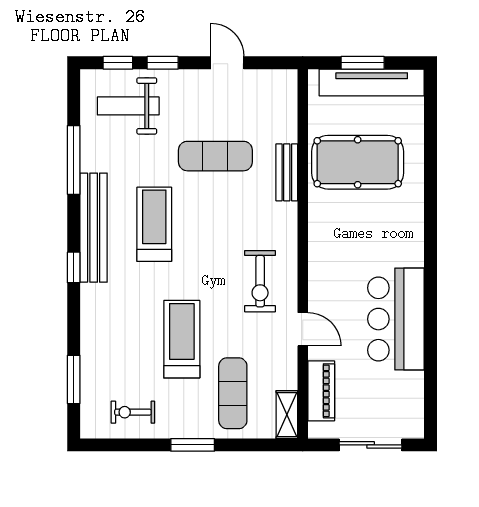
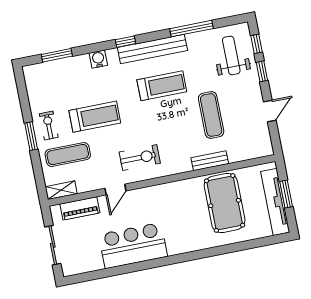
exercise bike: (260, 281) -> (140, 158), turned 180
water cooler: (93, 316) -> (98, 59), added
exercise bike: (133, 412) -> (49, 125), moved

